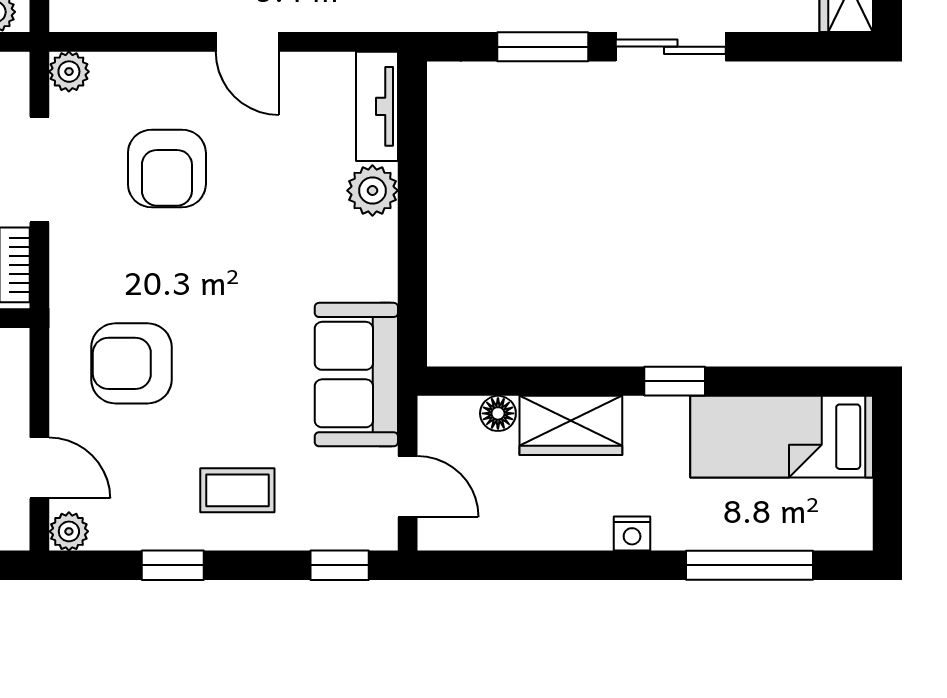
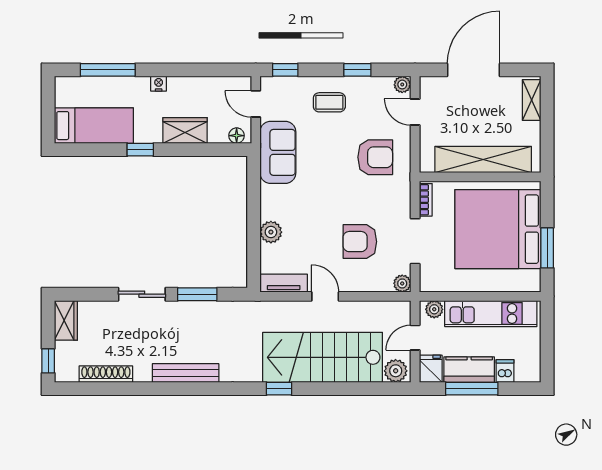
tv unit: (377, 106) -> (284, 283), moved, turned -90
armchair: (167, 169) -> (360, 242), turned -90
floor lamp: (498, 413) -> (237, 136), moved

